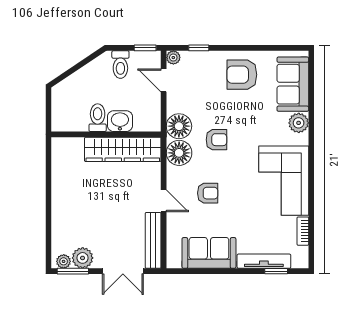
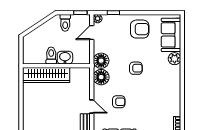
armchair: (242, 75) -> (140, 29), turned 180
door: (164, 80) -> (92, 33), hinge flipped
armchair: (216, 140) -> (136, 68), moved
wardrobe: (123, 149) -> (46, 75), moved
corner sofa: (284, 181) -> (165, 94), removed

